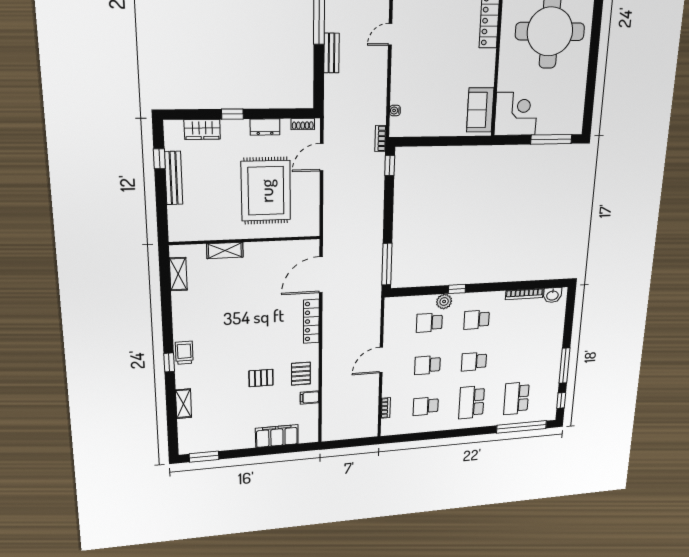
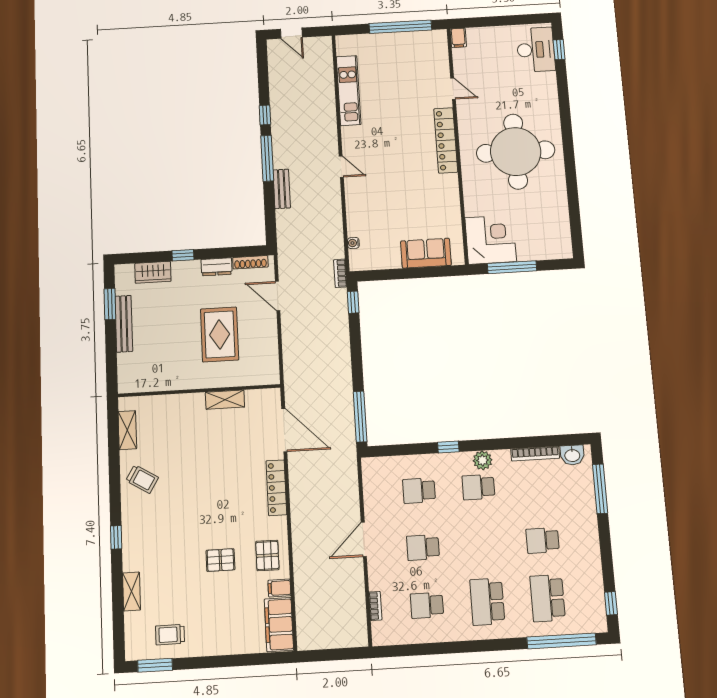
door: (390, 34) -> (341, 167), swing flipped
sofa: (480, 110) -> (426, 253), moved, turned 90
shoe rack: (303, 124) -> (250, 262), width x1.43
window: (551, 139) -> (512, 267), moved
door: (322, 157) -> (278, 296), hinge flipped
window: (159, 159) -> (110, 304), width x1.50
rug: (266, 191) -> (220, 334), width x0.73, depth x0.69
shelving: (225, 250) -> (225, 400), moved
door: (321, 275) -> (284, 430), swing flipped
plant: (444, 302) -> (483, 460), moved
trolley: (184, 353) -> (142, 479), moved, turned 121
school desk: (474, 362) -> (543, 540), moved
window: (564, 366) -> (600, 489), moved
trolley: (217, 434) -> (170, 635), added
filing cabinet: (277, 436) -> (279, 625), moved, turned -90

